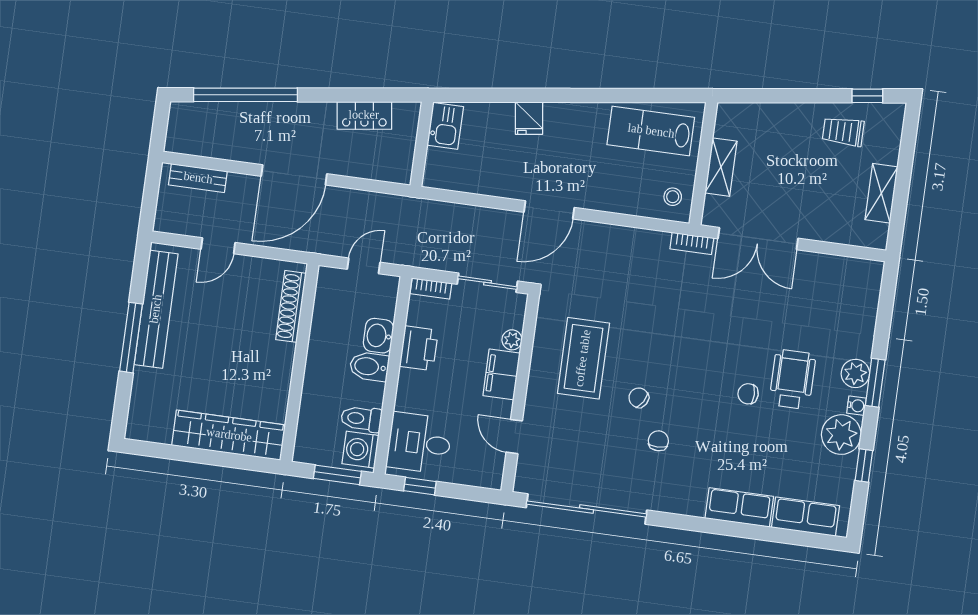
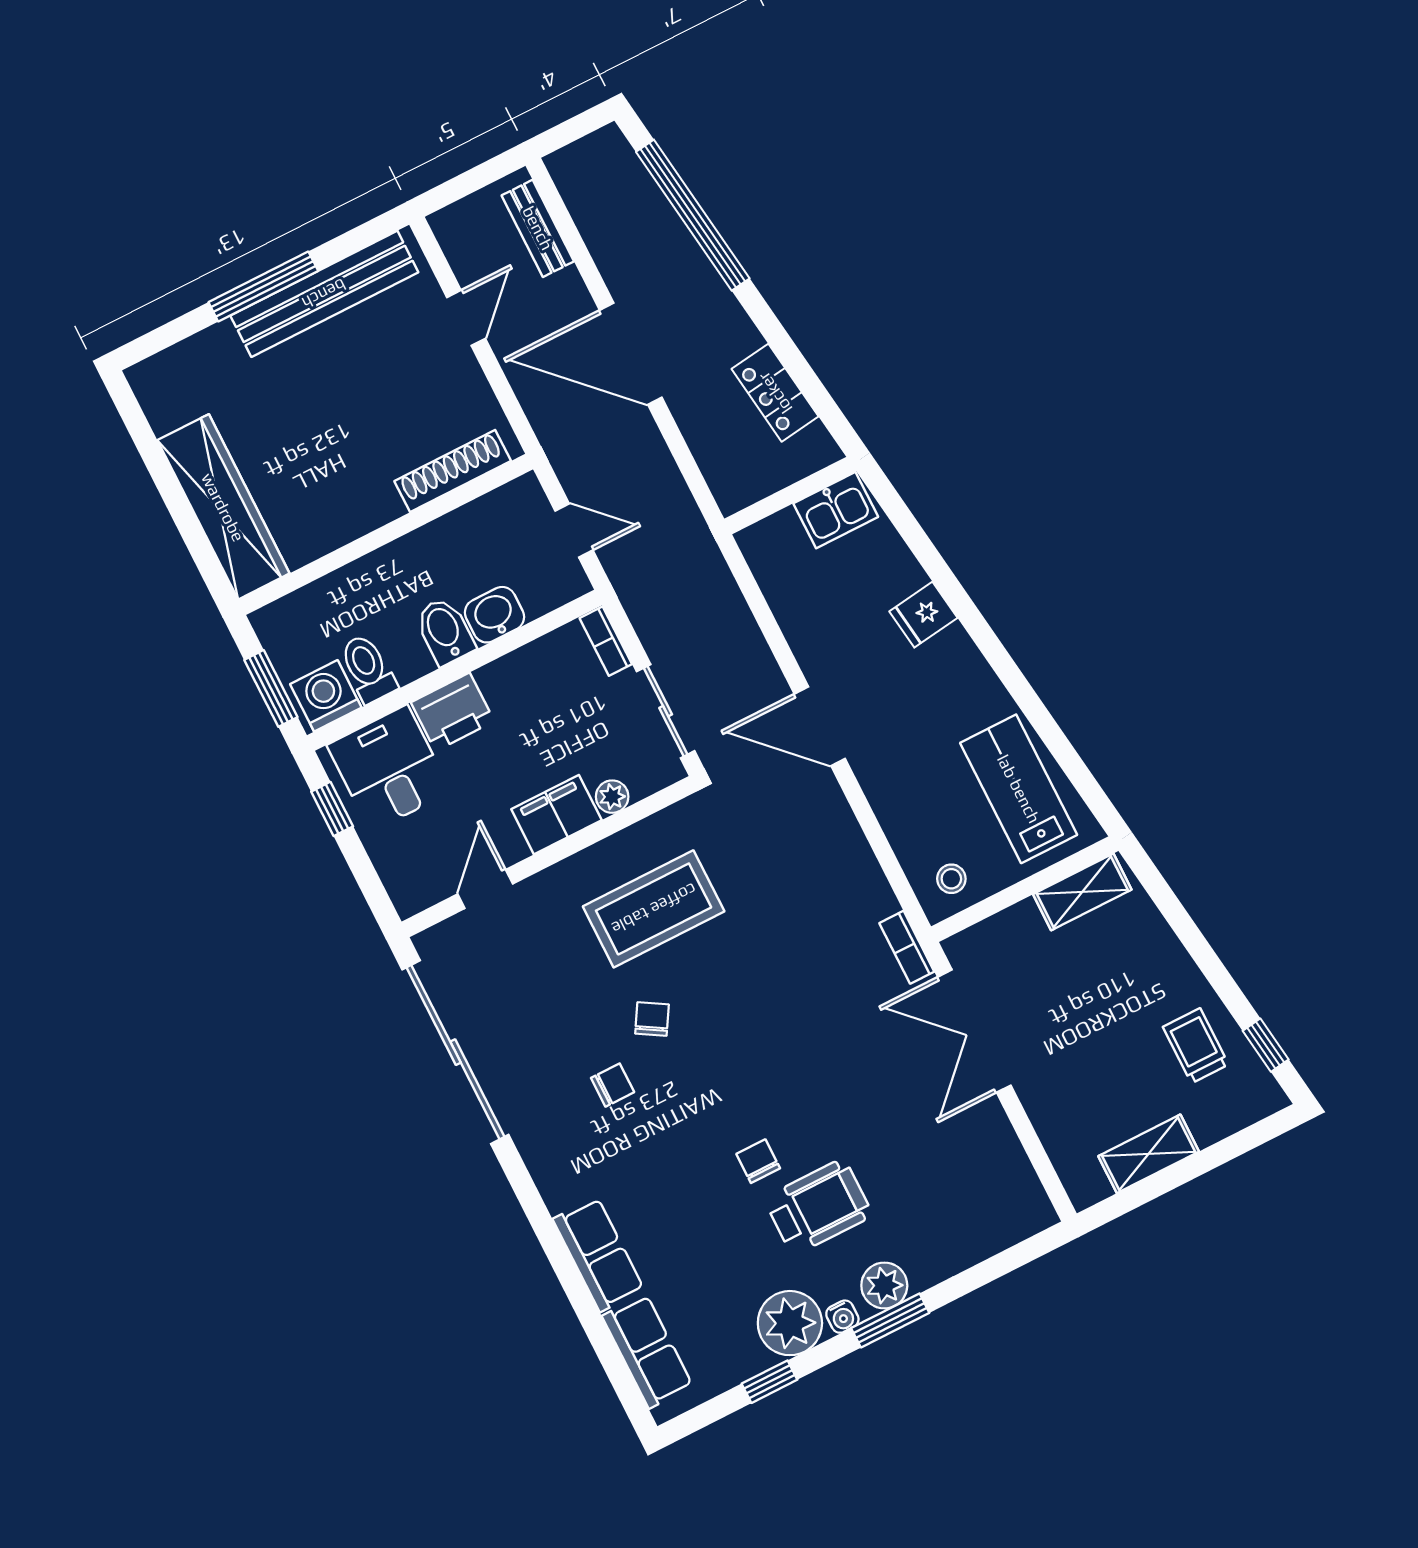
shelving: (721, 167) -> (1082, 892), moved
door: (218, 246) -> (466, 318), swing flipped
printer: (419, 348) -> (453, 712), moved

